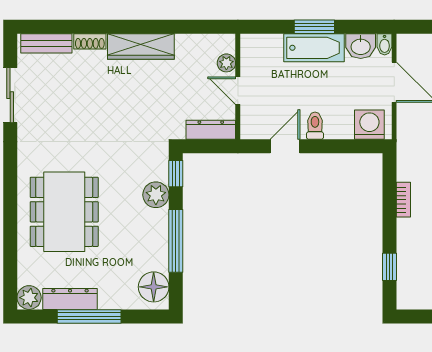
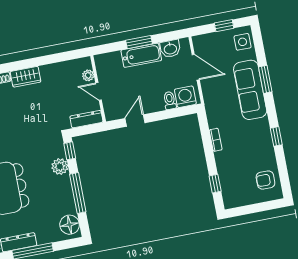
bidet: (385, 44) -> (185, 45), removed
wardrobe: (141, 46) -> (26, 77), width x0.67
toilet: (315, 126) -> (170, 100), moved

